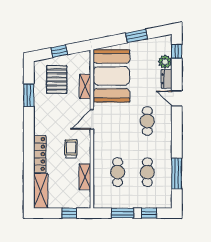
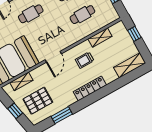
shelving: (85, 86) -> (21, 81), moved
door: (92, 119) -> (53, 57), hinge flipped
locker: (40, 154) -> (90, 88), moved

